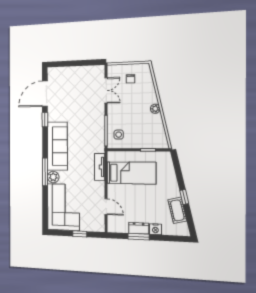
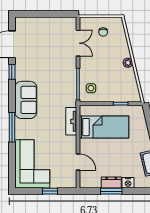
sofa: (57, 146) -> (26, 100), width x0.73
plant: (53, 177) -> (21, 133), removed

